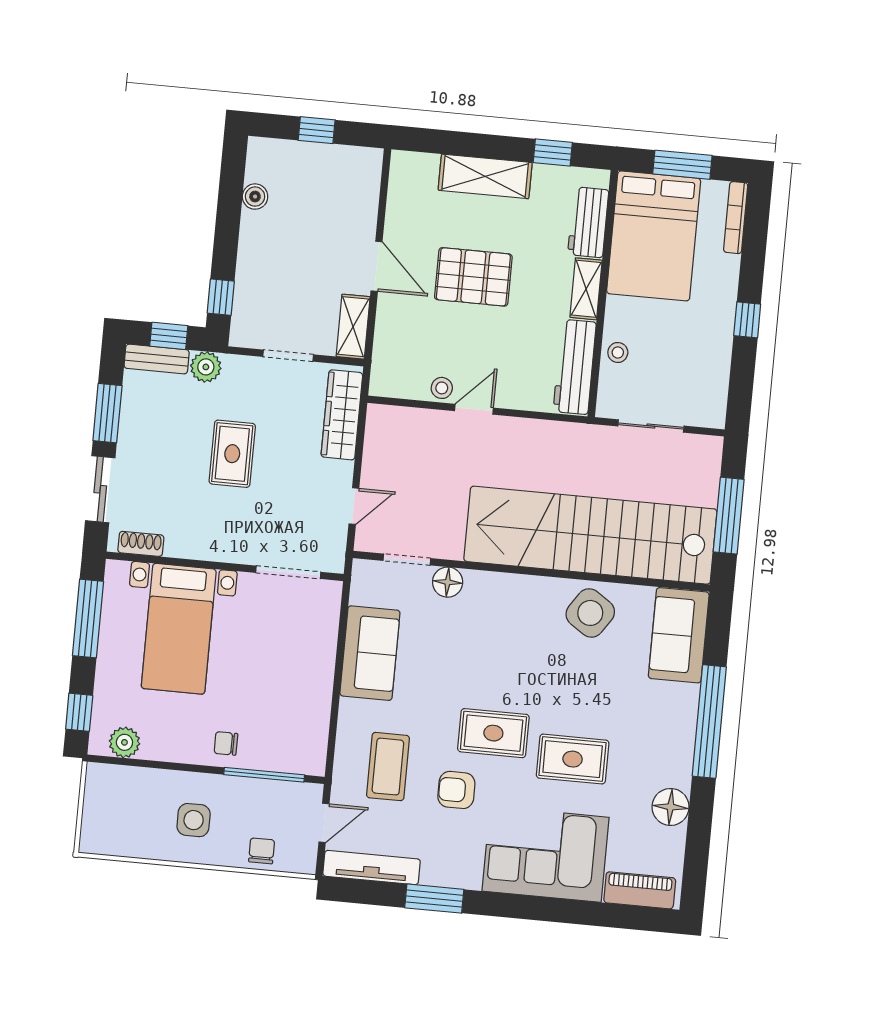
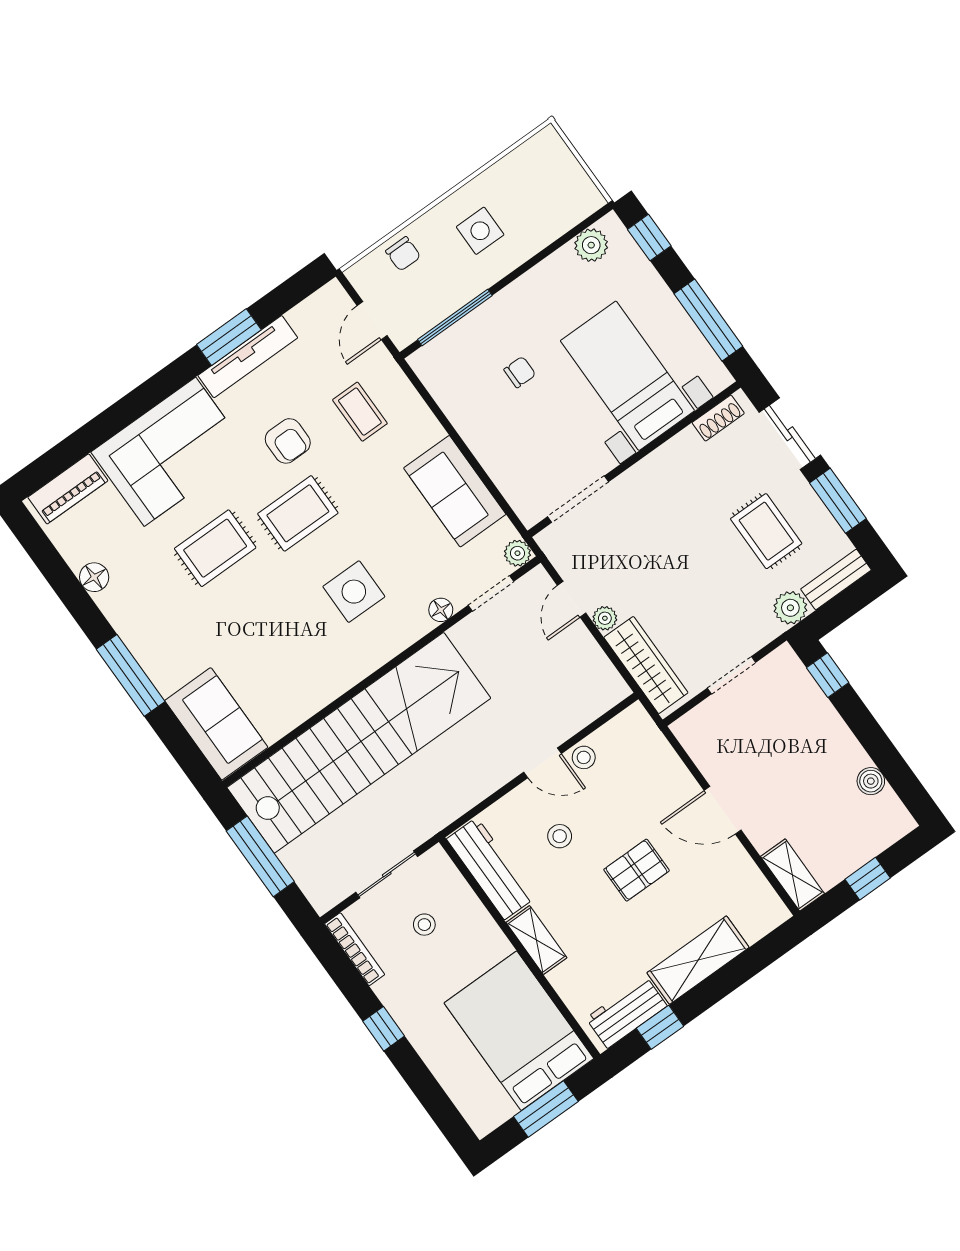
bookcase: (736, 218) -> (355, 949), moved
workbench: (588, 222) -> (626, 1012), moved, turned -90
pallet: (473, 277) -> (637, 870), width x0.67, depth x0.71
shelving: (353, 327) -> (792, 875), moved
window: (169, 336) -> (843, 607), removed
stool: (507, 347) -> (560, 836), added
stool: (618, 352) -> (424, 925), moved
door: (474, 409) -> (542, 763), hinge flipped
rug: (232, 454) -> (766, 531), moved
plant: (342, 473) -> (605, 618), added
plant: (364, 571) -> (517, 553), added
floor lamp: (448, 582) -> (441, 610), width x0.73, depth x0.73
side table: (590, 613) -> (354, 592), moved, turned -34
window: (709, 721) -> (131, 675), width x0.68
chair: (226, 743) -> (520, 372), moved
coffee table: (388, 767) -> (360, 412), width x0.73, depth x0.77
armchair: (456, 790) -> (288, 441), turned 90
floor lamp: (671, 807) -> (94, 577), width x0.73, depth x0.73
tv unit: (372, 868) -> (248, 357), moved

